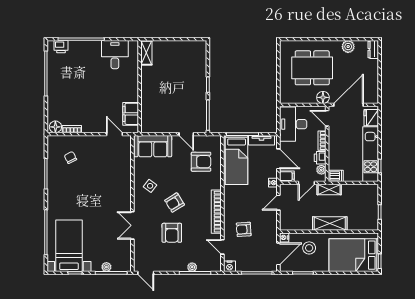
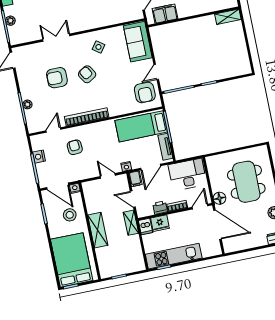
fridge: (371, 118) -> (160, 223), moved, turned 180
armchair: (201, 162) -> (145, 93), moved
plant: (321, 170) -> (149, 211), removed
nightstand: (229, 266) -> (39, 157), moved

